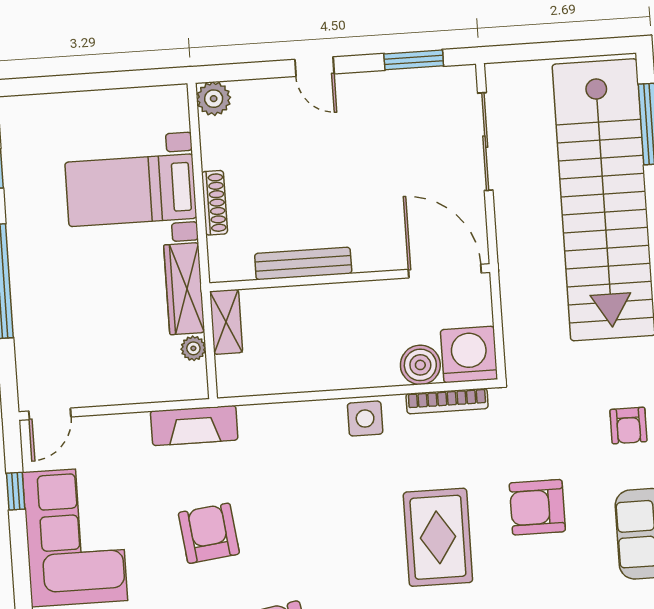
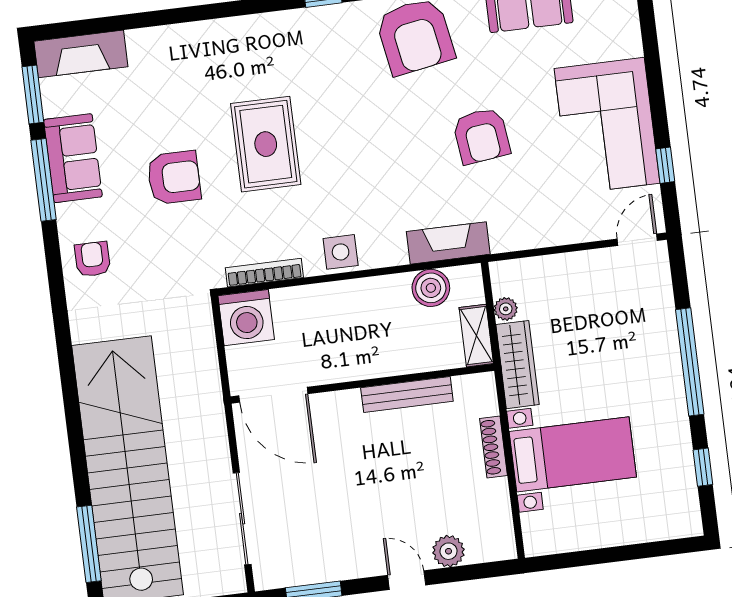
plant: (214, 99) -> (448, 551), moved
boiler: (420, 365) -> (431, 288), moved
fireplace: (194, 426) -> (448, 243), moved

